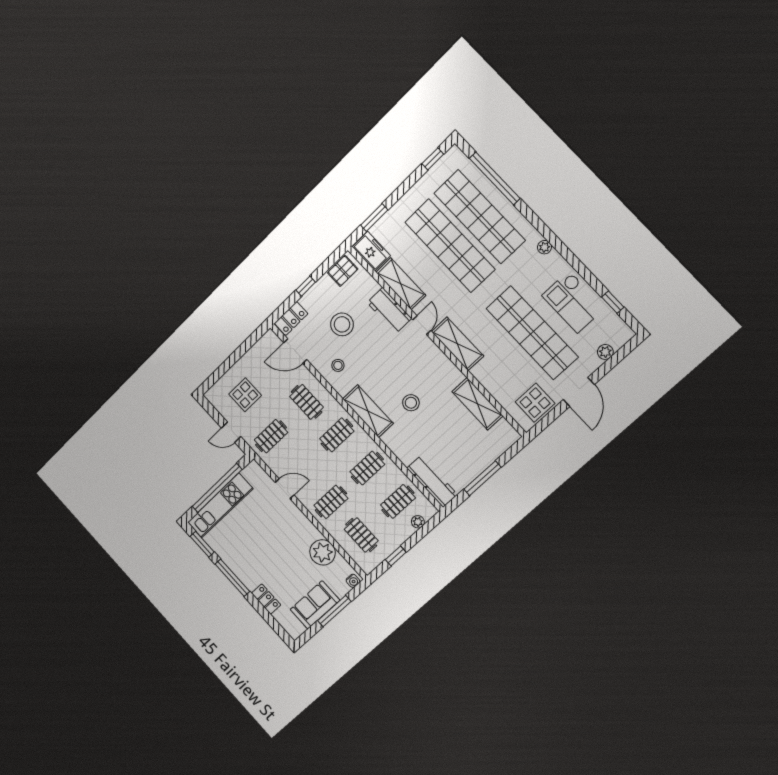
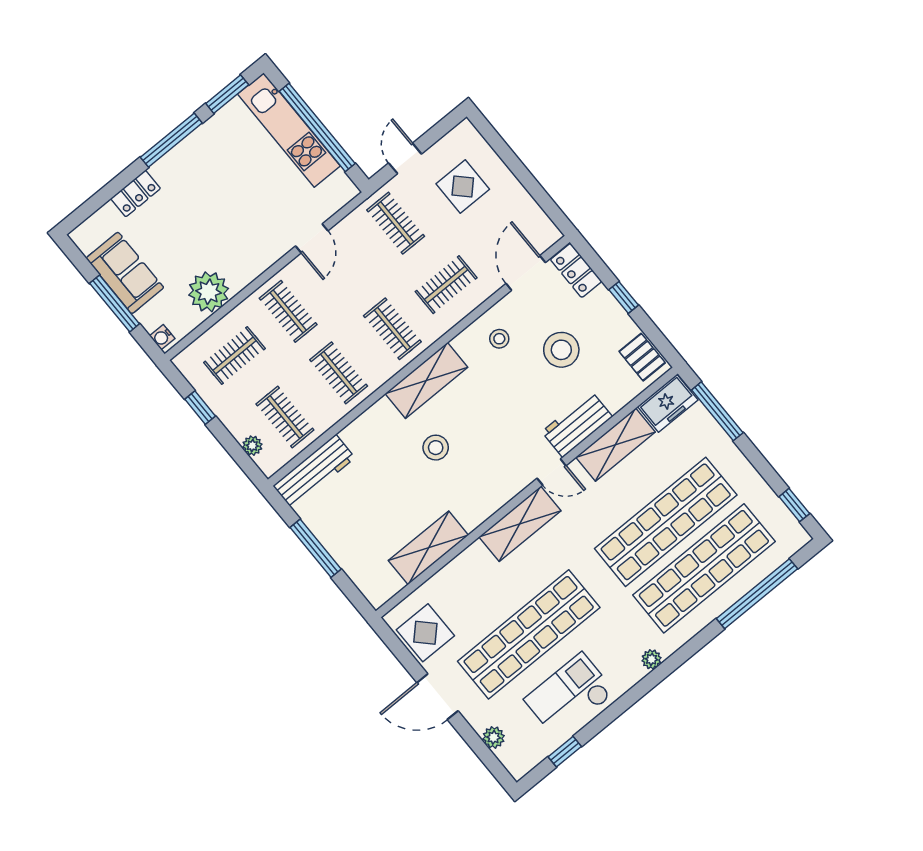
window: (374, 218) -> (717, 411), width x1.44

